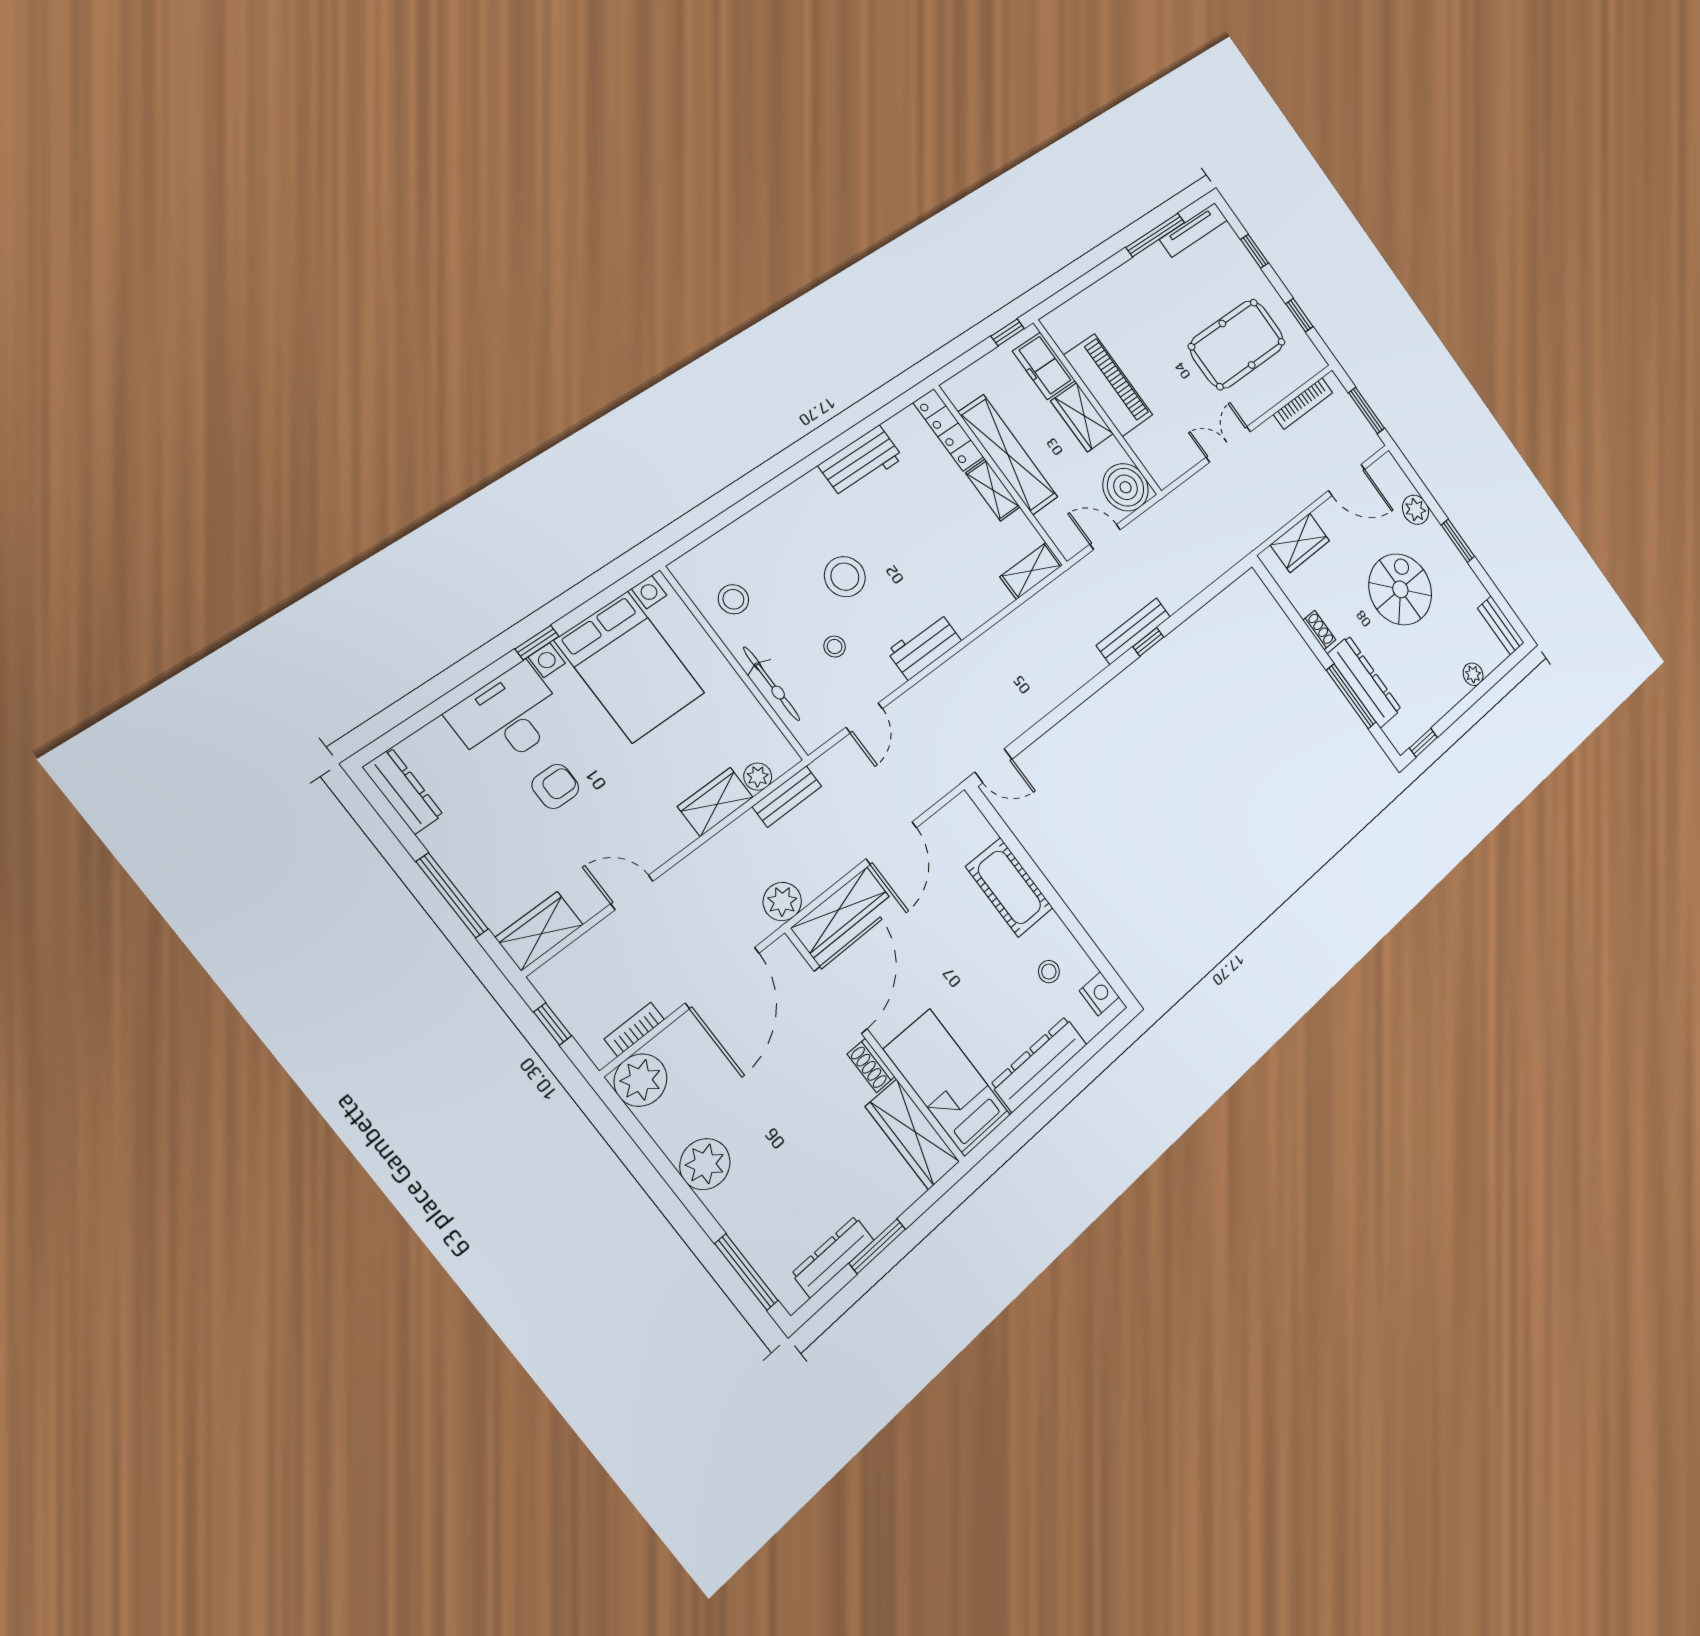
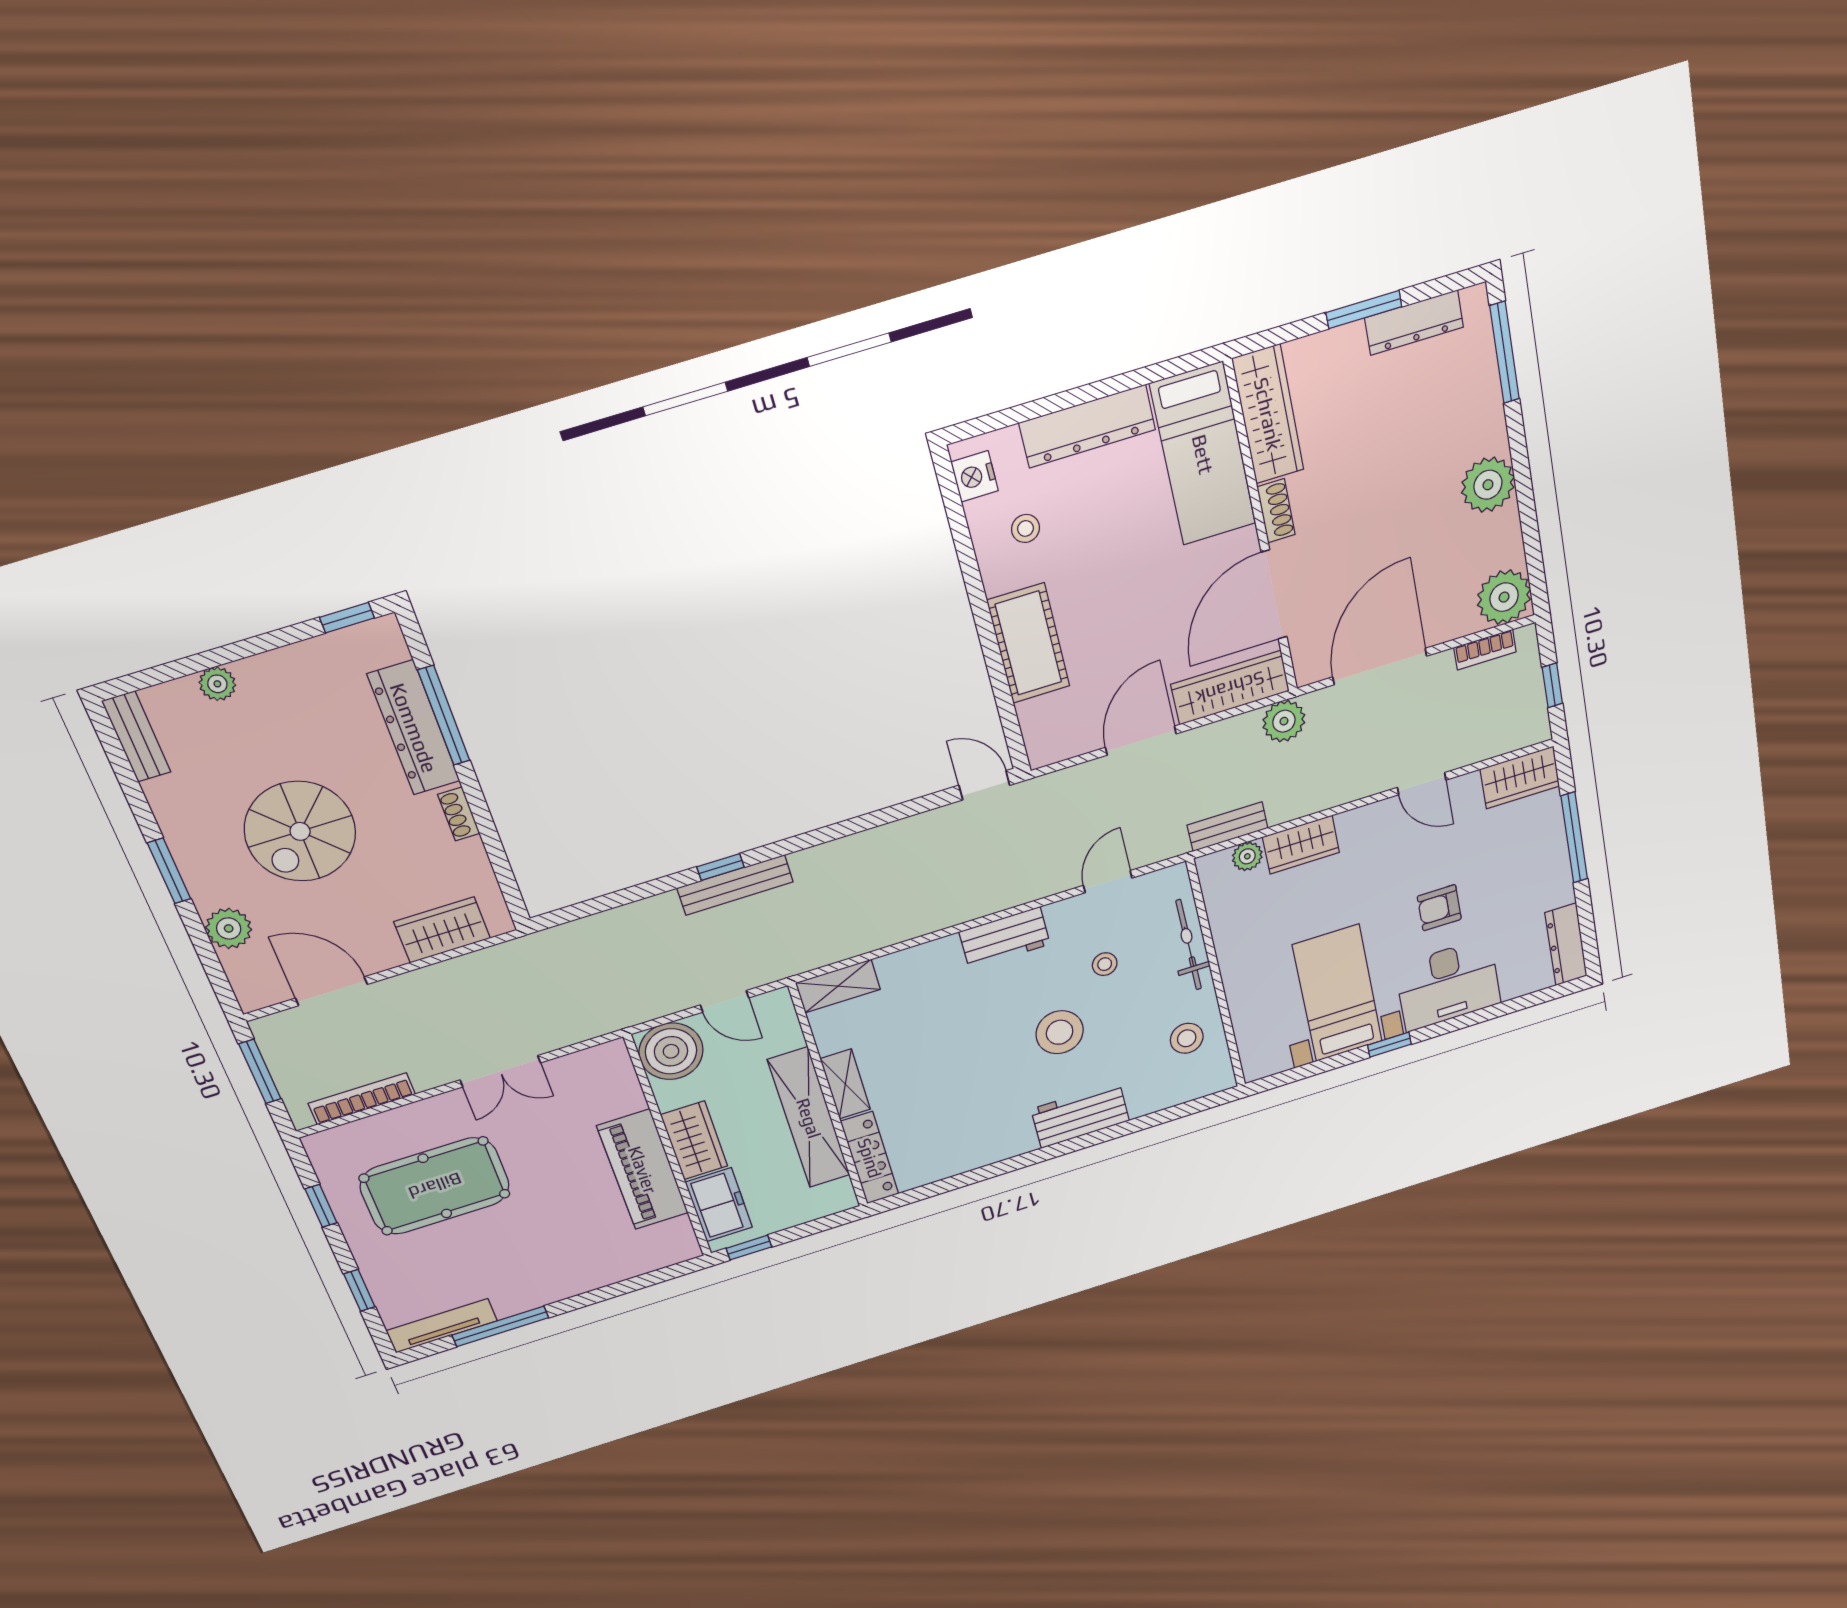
workbench: (861, 462) -> (1080, 1115), moved
bed with nightstands: (630, 667) -> (1338, 993), width x0.73

